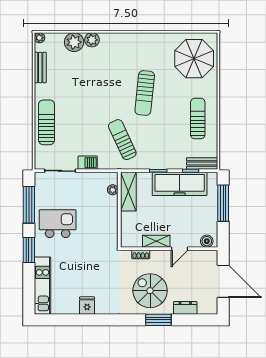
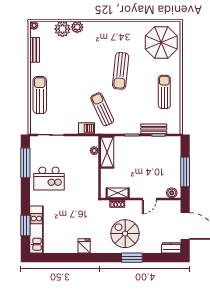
barbecue: (88, 163) -> (86, 128), moved
bench: (202, 163) -> (154, 129), moved
freezer: (180, 184) -> (149, 146), removed
window: (223, 203) -> (185, 172), moved
kitchen island: (58, 224) -> (49, 178), turned 180
shelving: (156, 241) -> (118, 193), moved
window: (29, 250) -> (25, 225), moved
fridge: (87, 306) -> (84, 246), moved
dresser: (185, 308) -> (171, 248), moved

